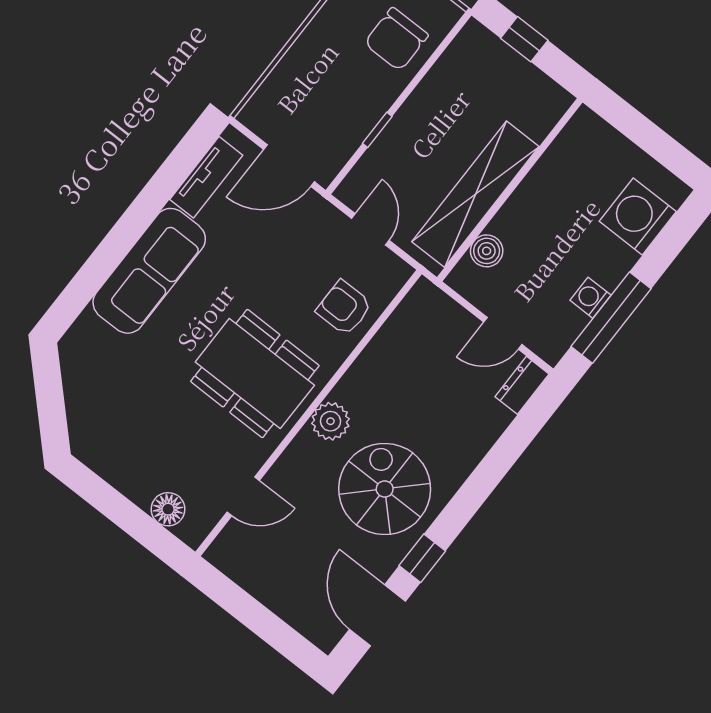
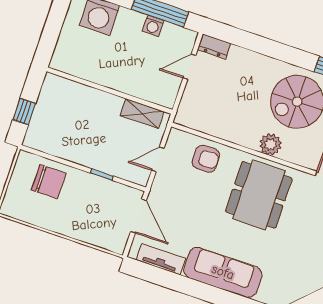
shelving: (475, 194) -> (142, 113), width x0.45, depth x0.75
boiler: (487, 251) -> (147, 92), removed
armchair: (344, 308) -> (206, 159), turned -91
door: (503, 333) -> (189, 67), swing flipped

